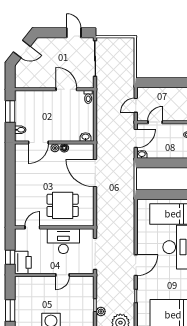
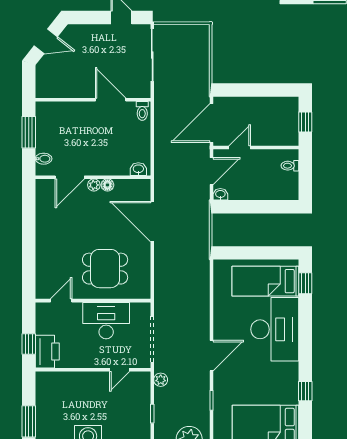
door: (136, 105) -> (211, 123), width x1.88
door: (63, 275) -> (120, 370), moved
plant: (101, 311) -> (161, 380), moved

